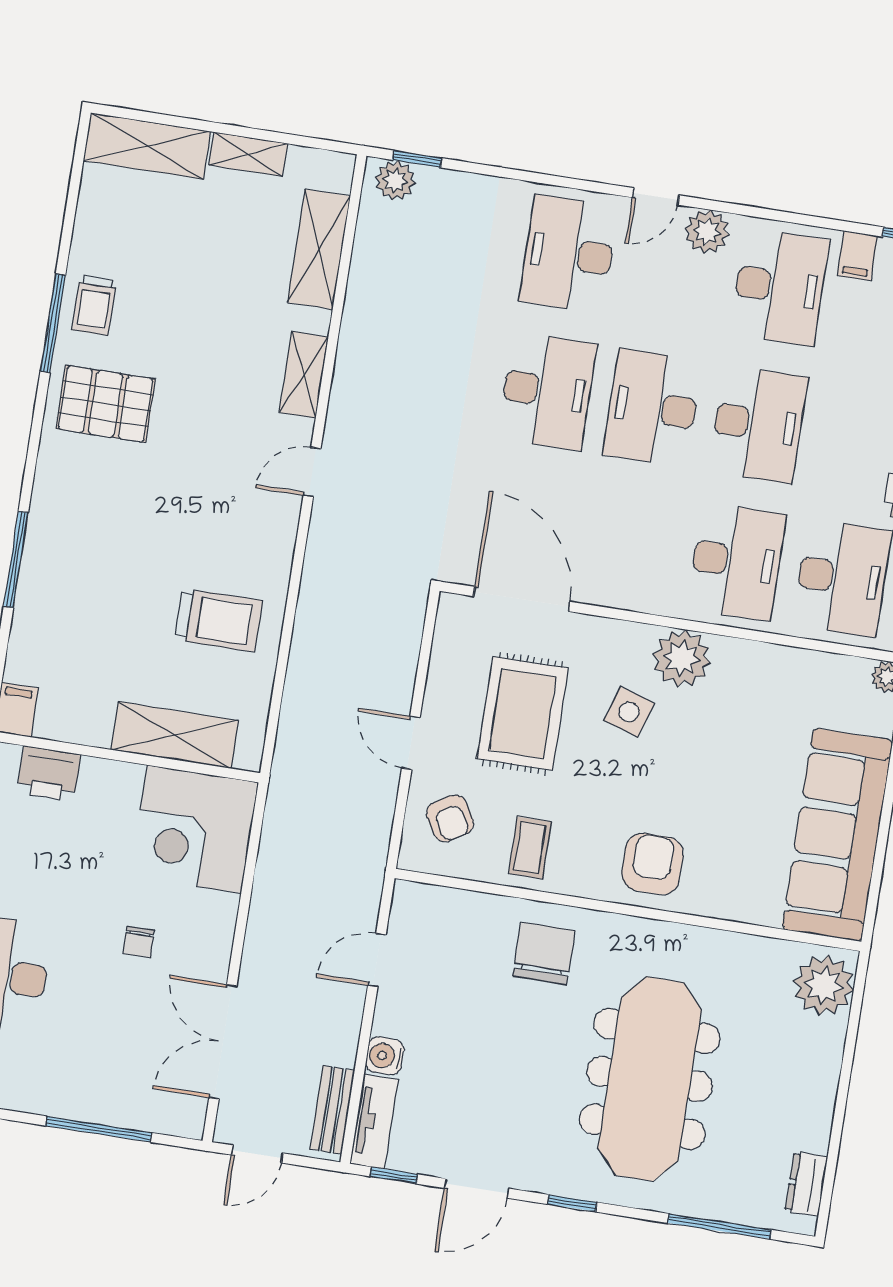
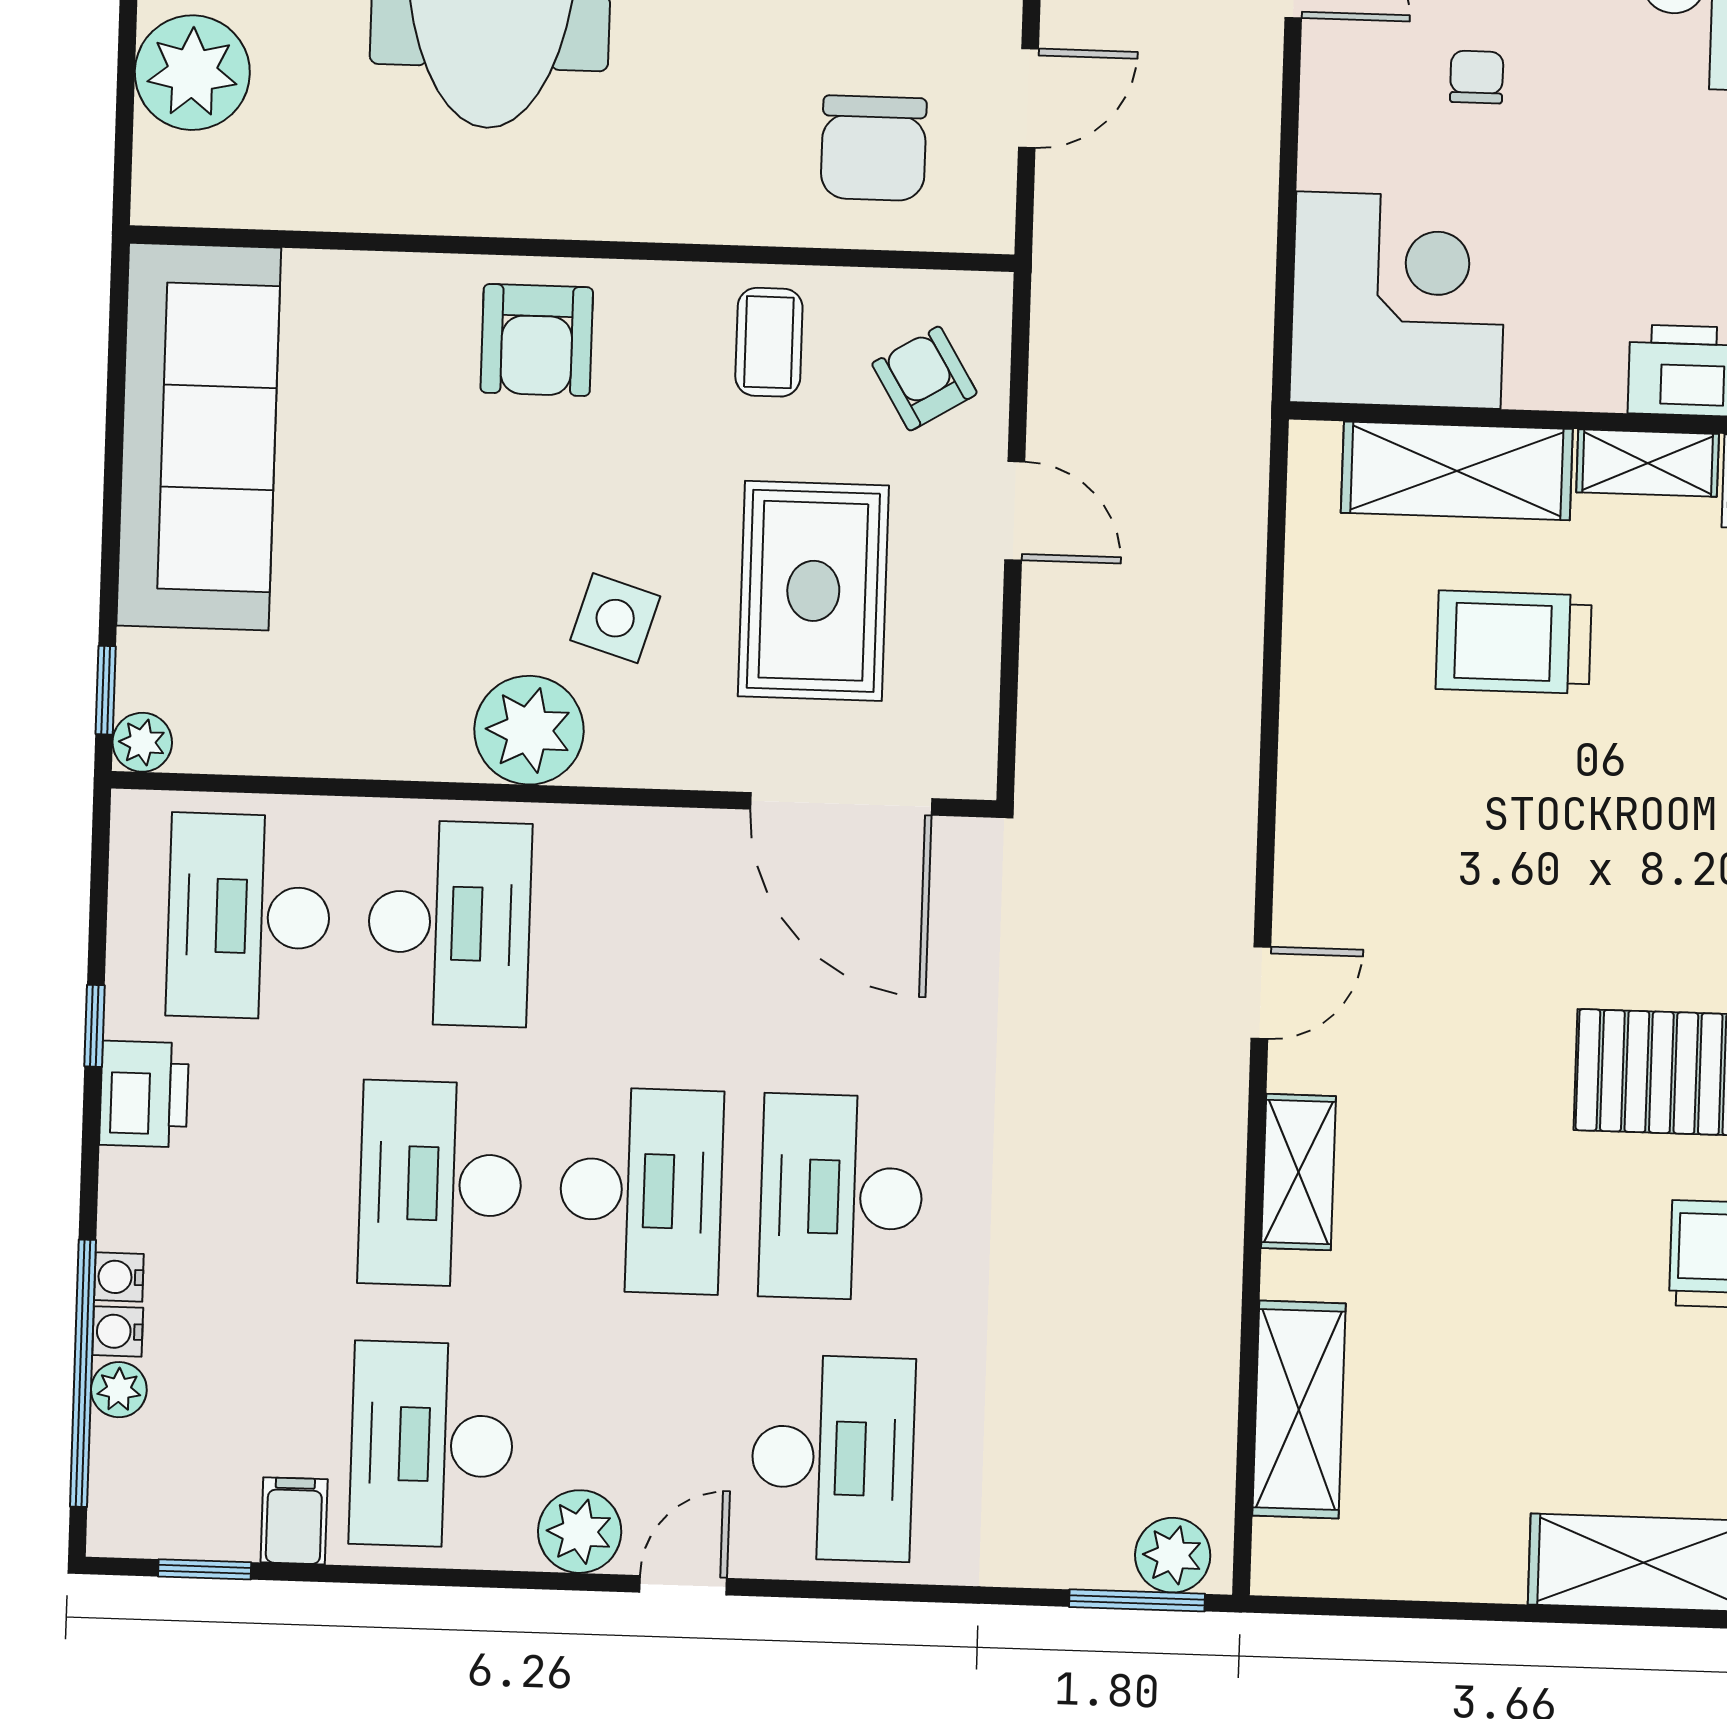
shelving: (248, 154) -> (1648, 463), moved
window: (417, 159) -> (1137, 1600), width x1.50
desk: (737, 561) -> (449, 923), turned 180
trolley: (219, 620) -> (1514, 642), moved
chair: (544, 953) -> (874, 148), moved
plant: (824, 985) -> (192, 73), moved

